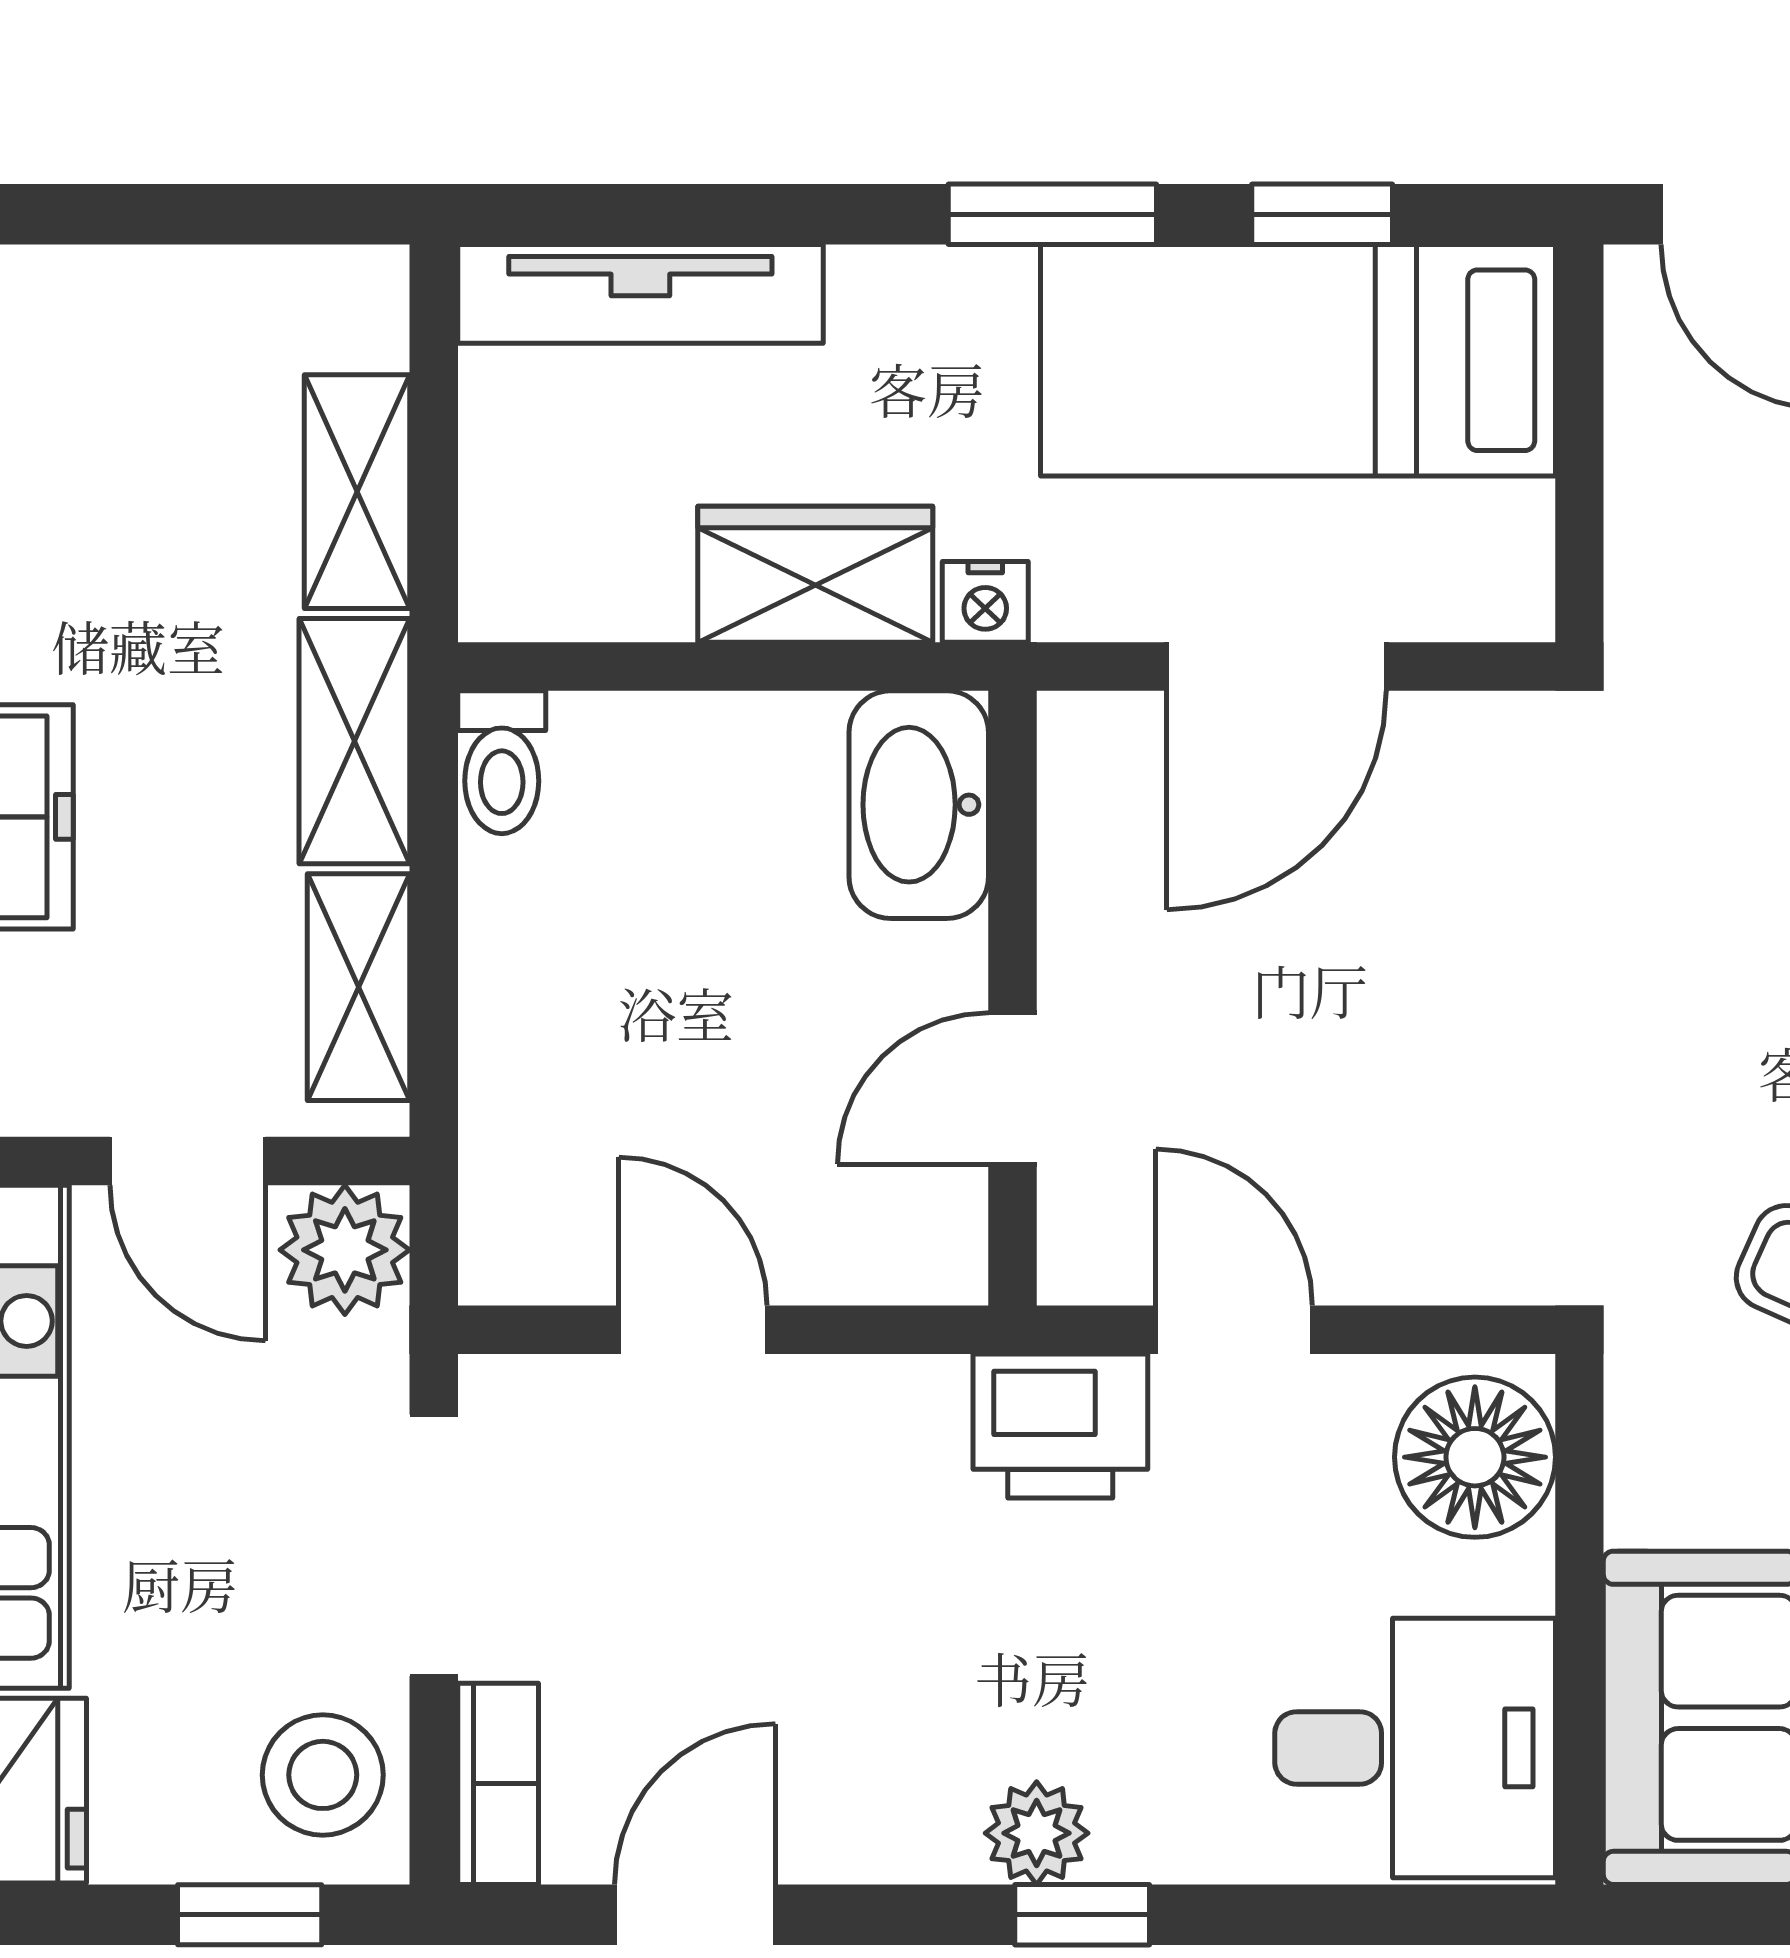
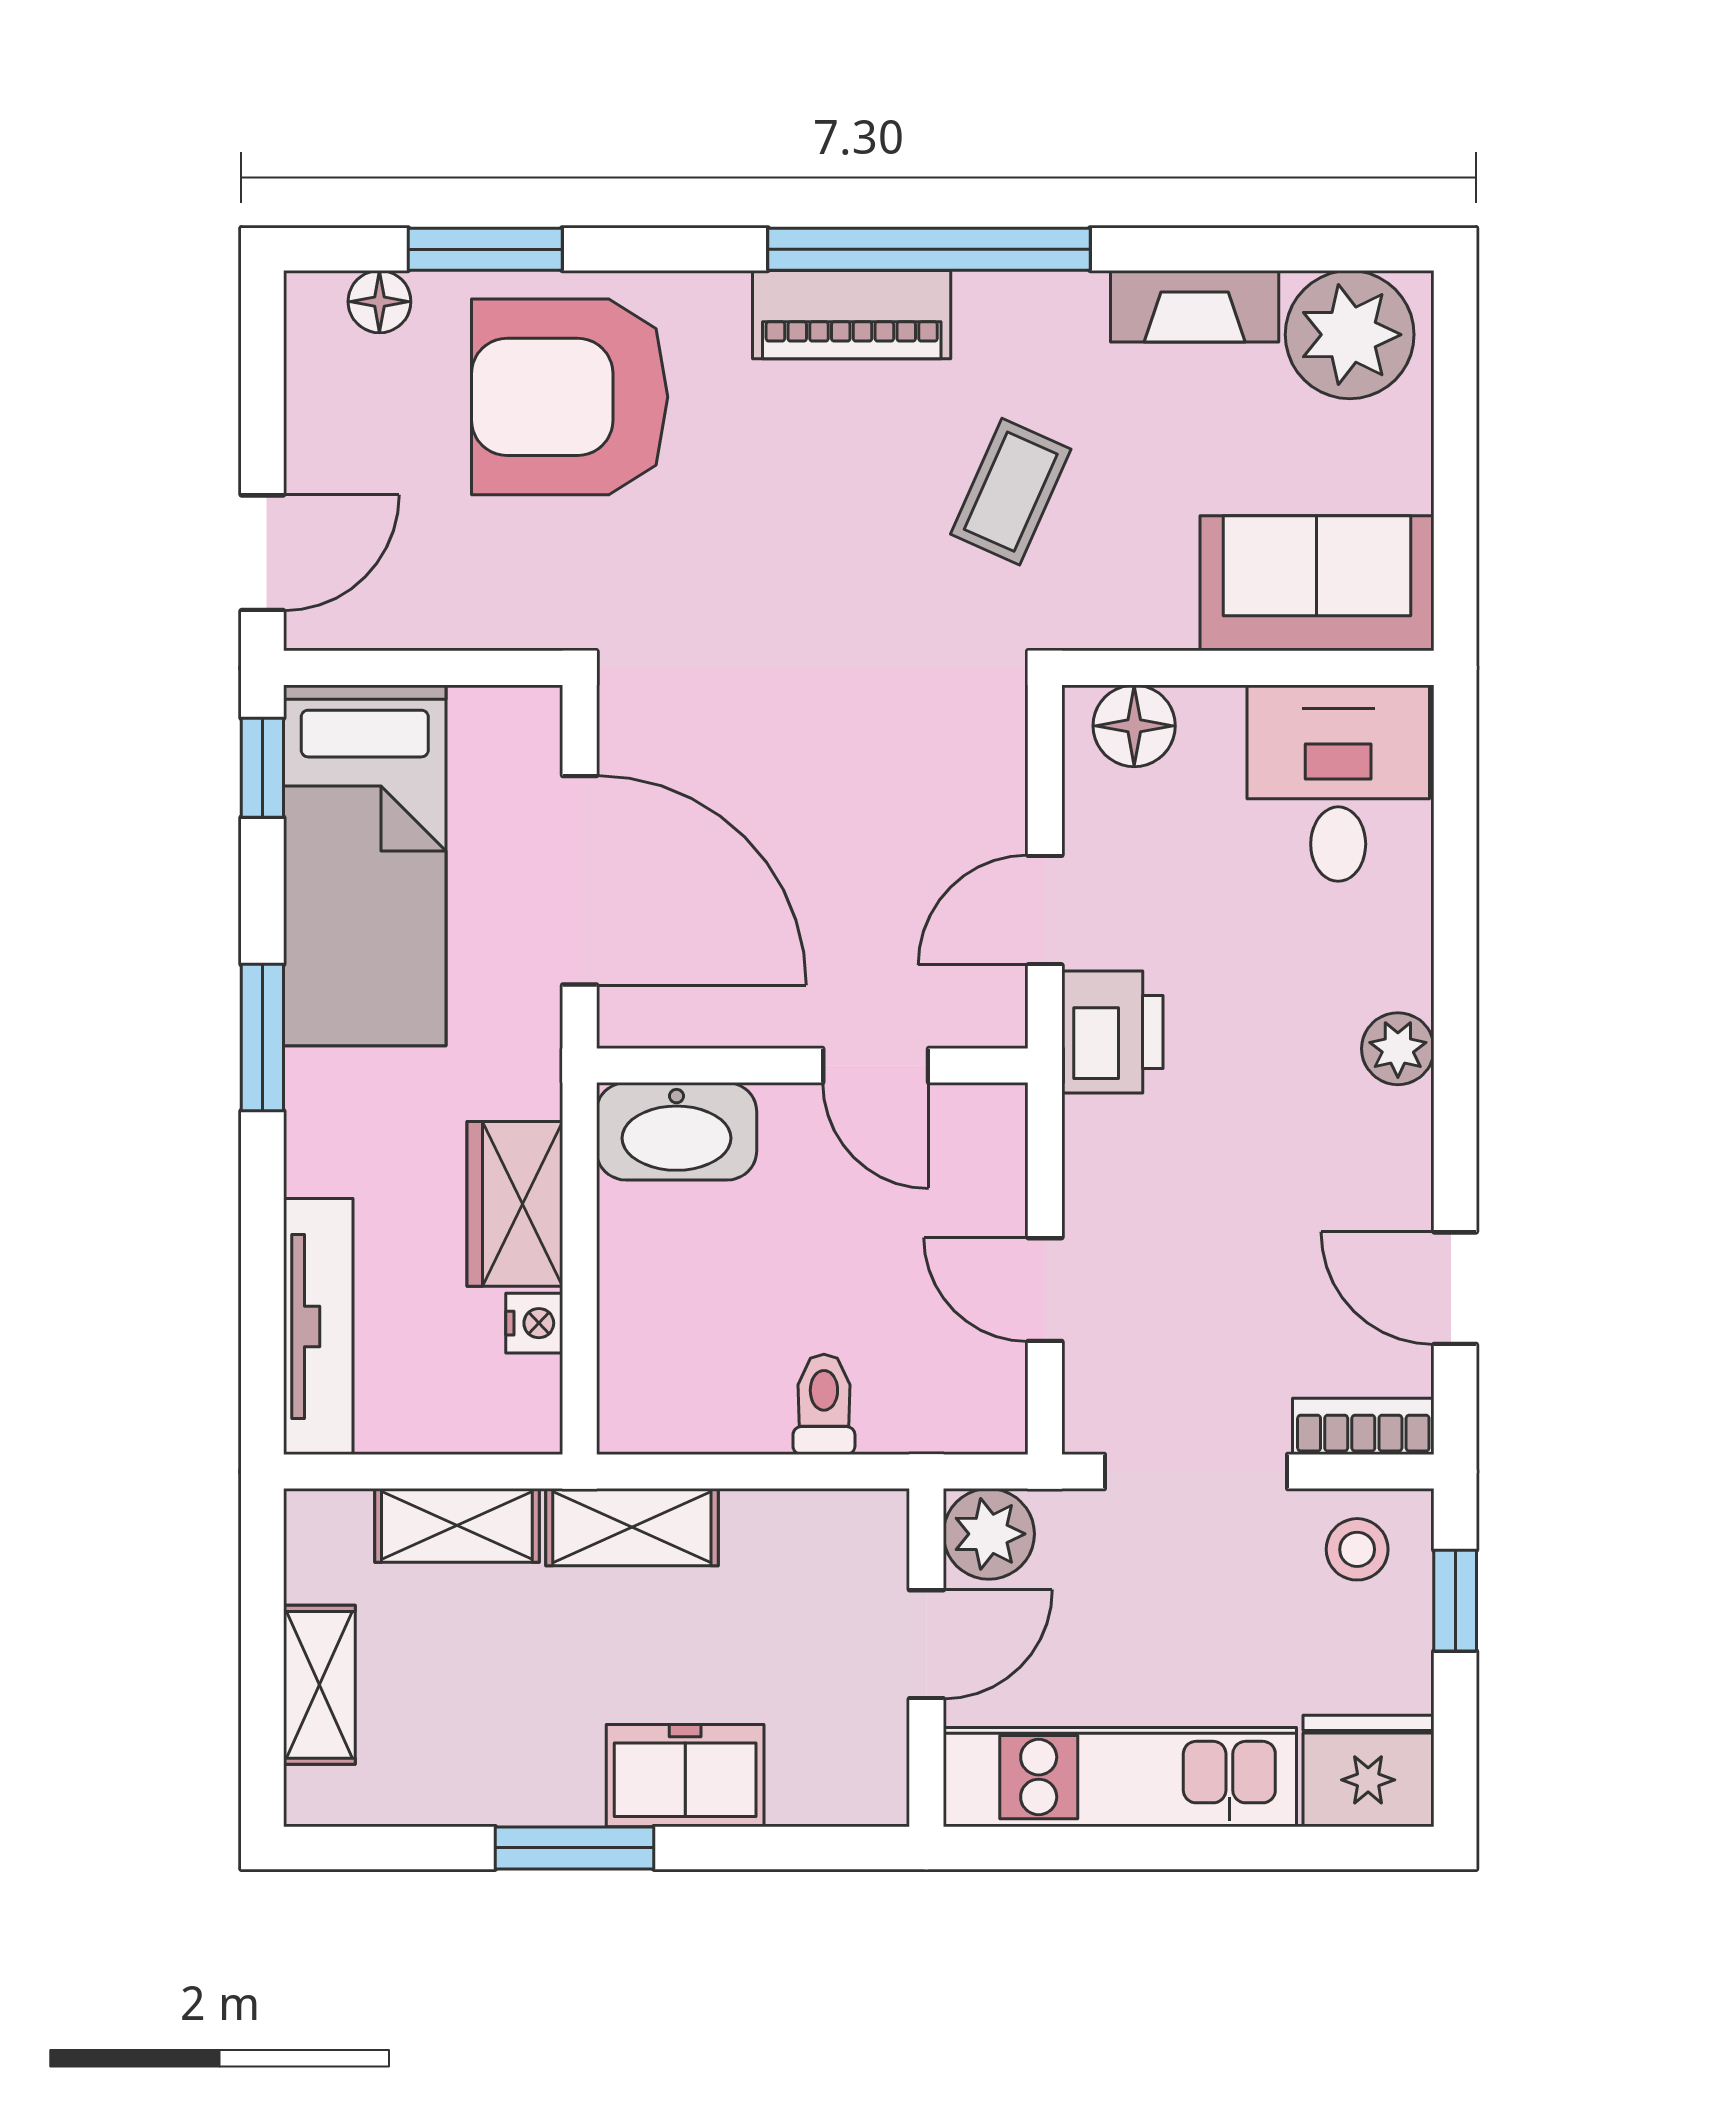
window: (1322, 214) -> (262, 768), moved
nightstand: (985, 602) -> (534, 1323), moved
door: (1277, 667) -> (580, 880), width x1.36
toilet: (502, 762) -> (824, 1404), moved, turned -90
shelving: (359, 987) -> (319, 1685), moved, turned 90
door: (693, 1330) -> (1045, 1290), hinge flipped
floor lamp: (1475, 1457) -> (1134, 726), width x0.73, depth x0.73
stool: (323, 1775) -> (1357, 1549), width x0.73, depth x0.73
window: (1082, 1915) -> (1455, 1017), removed

